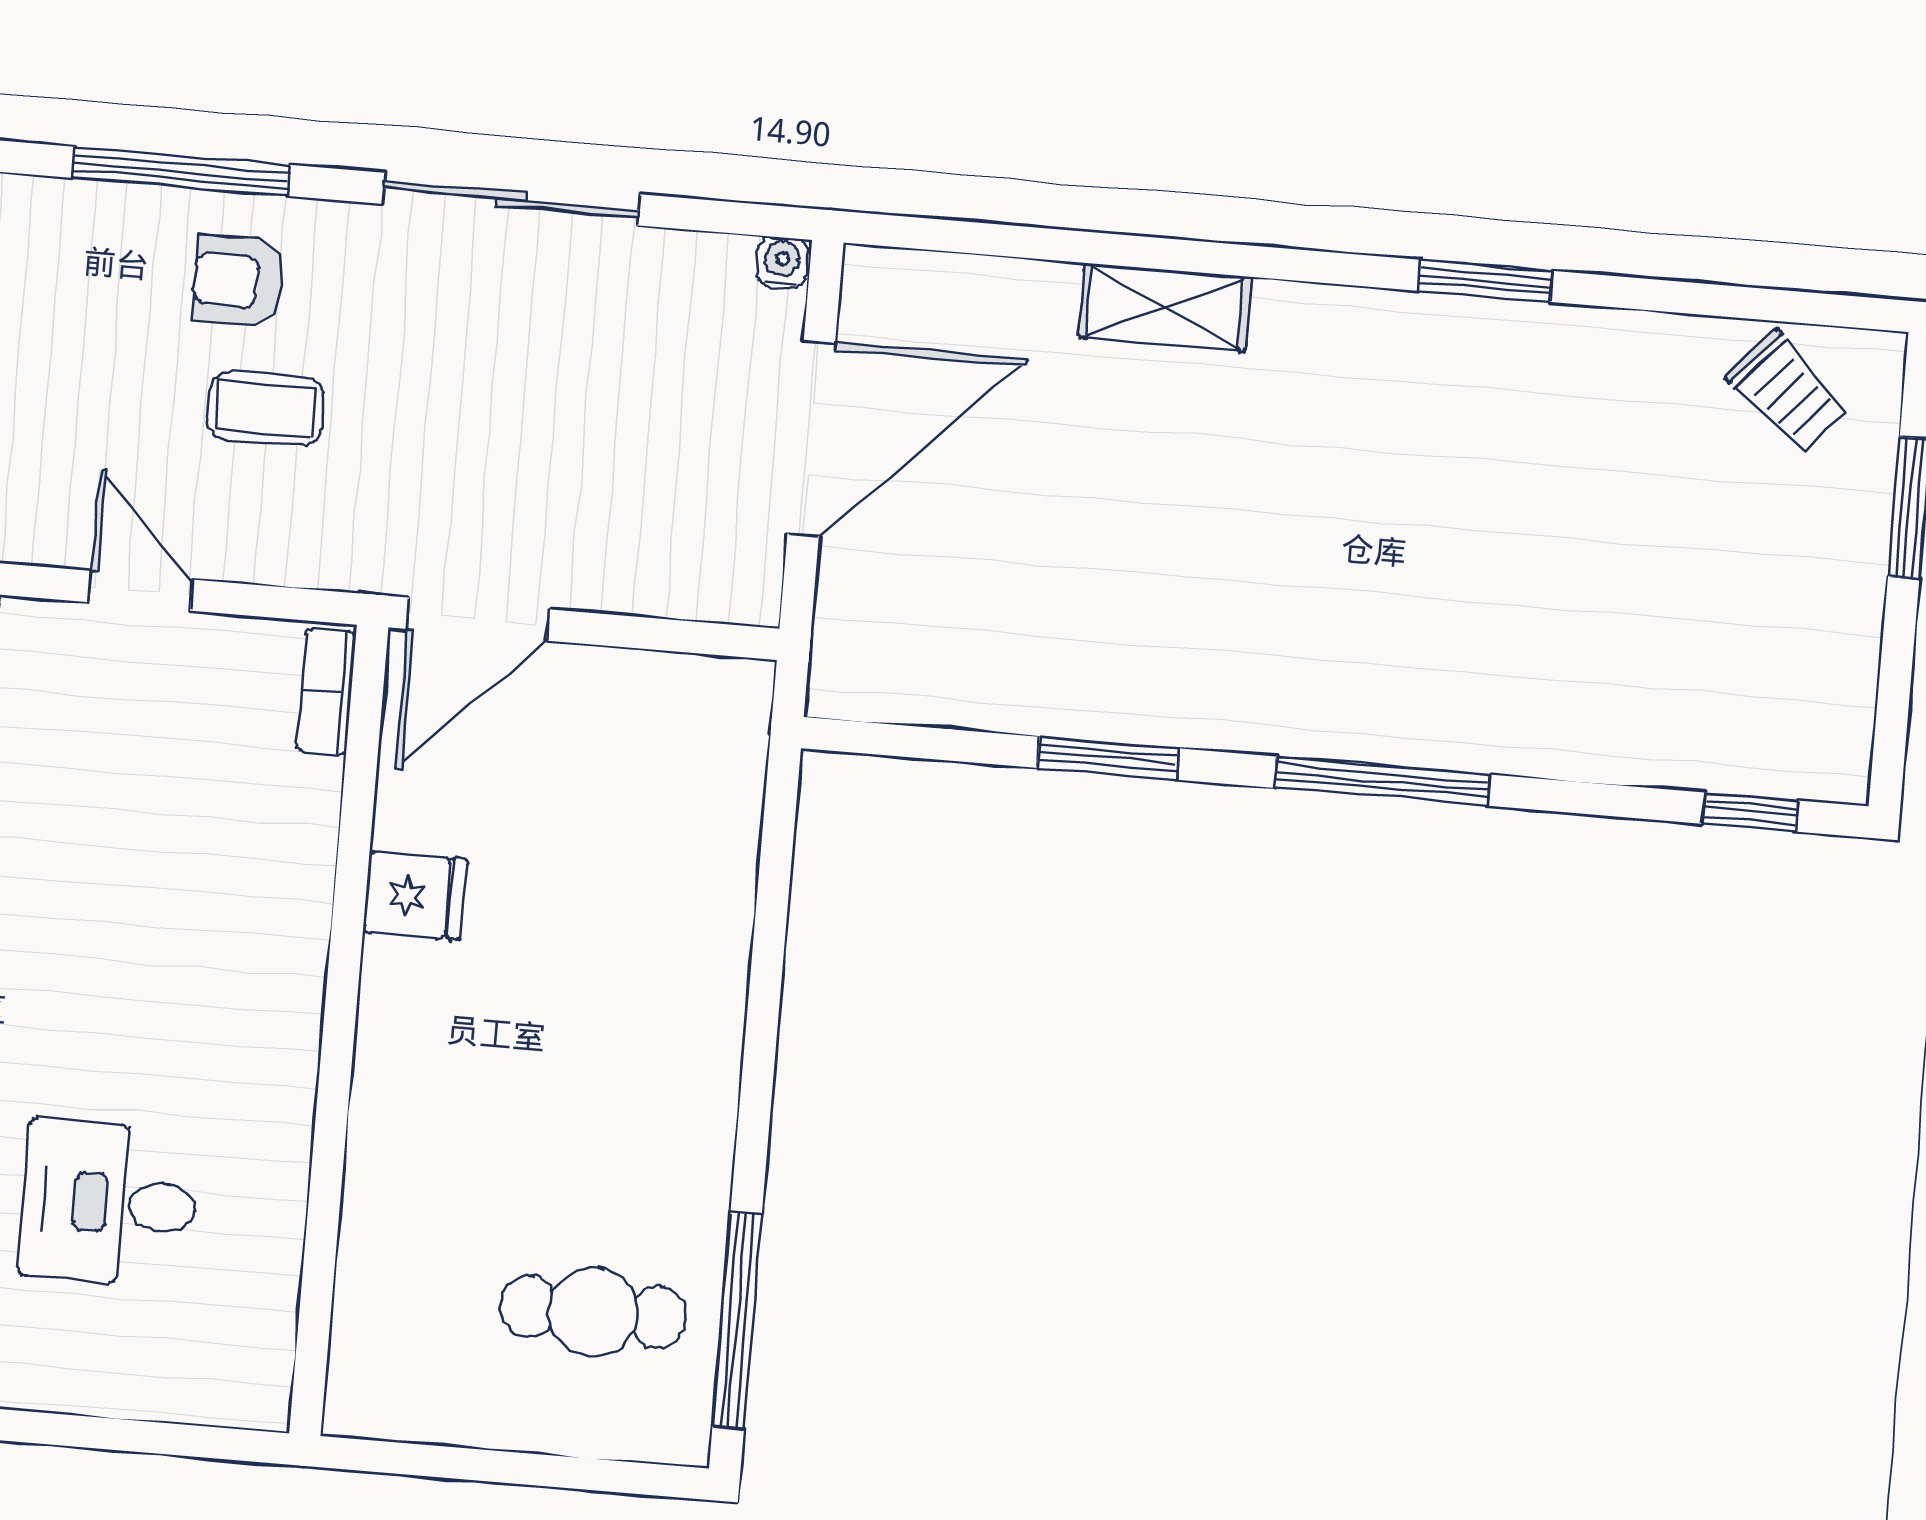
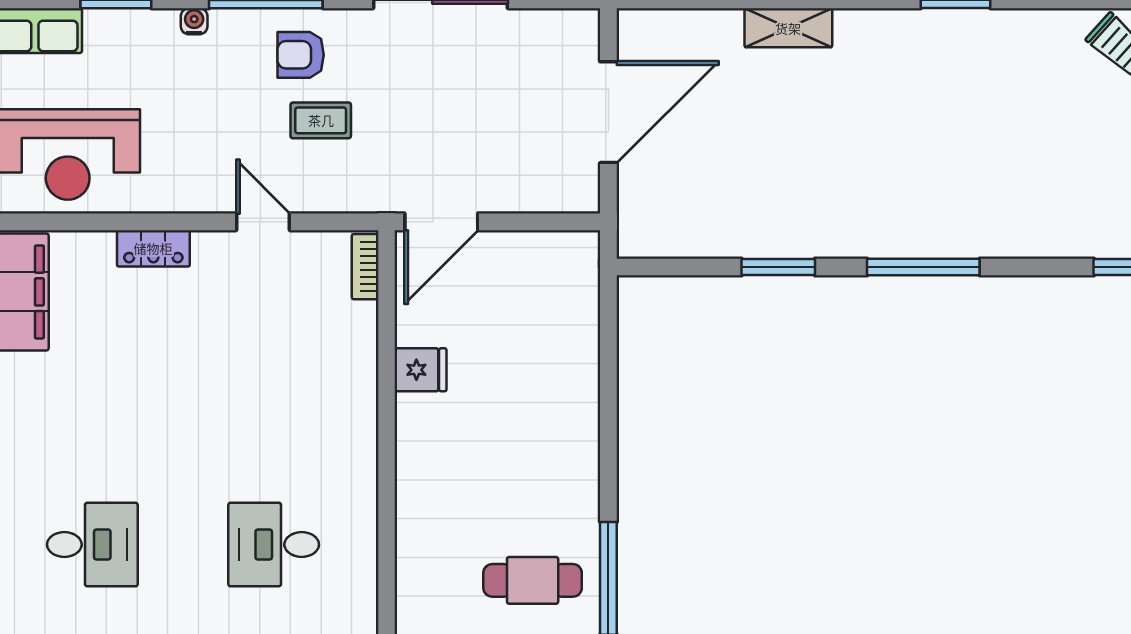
water cooler: (782, 263) -> (194, 21), moved

